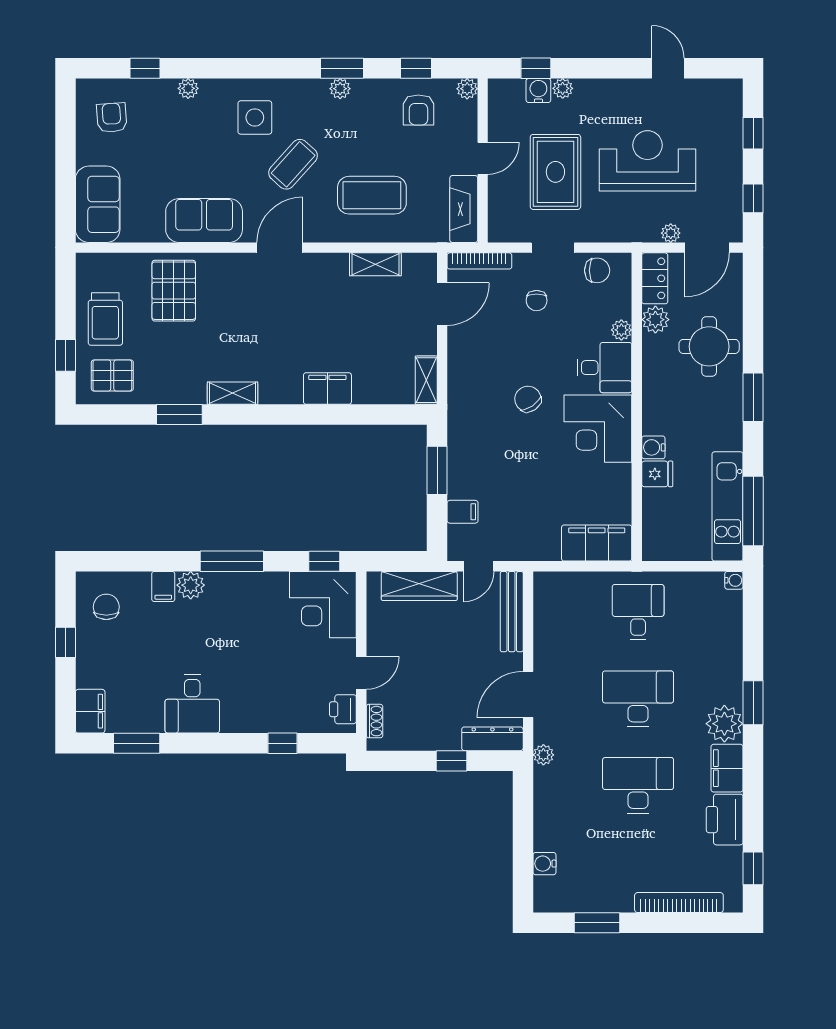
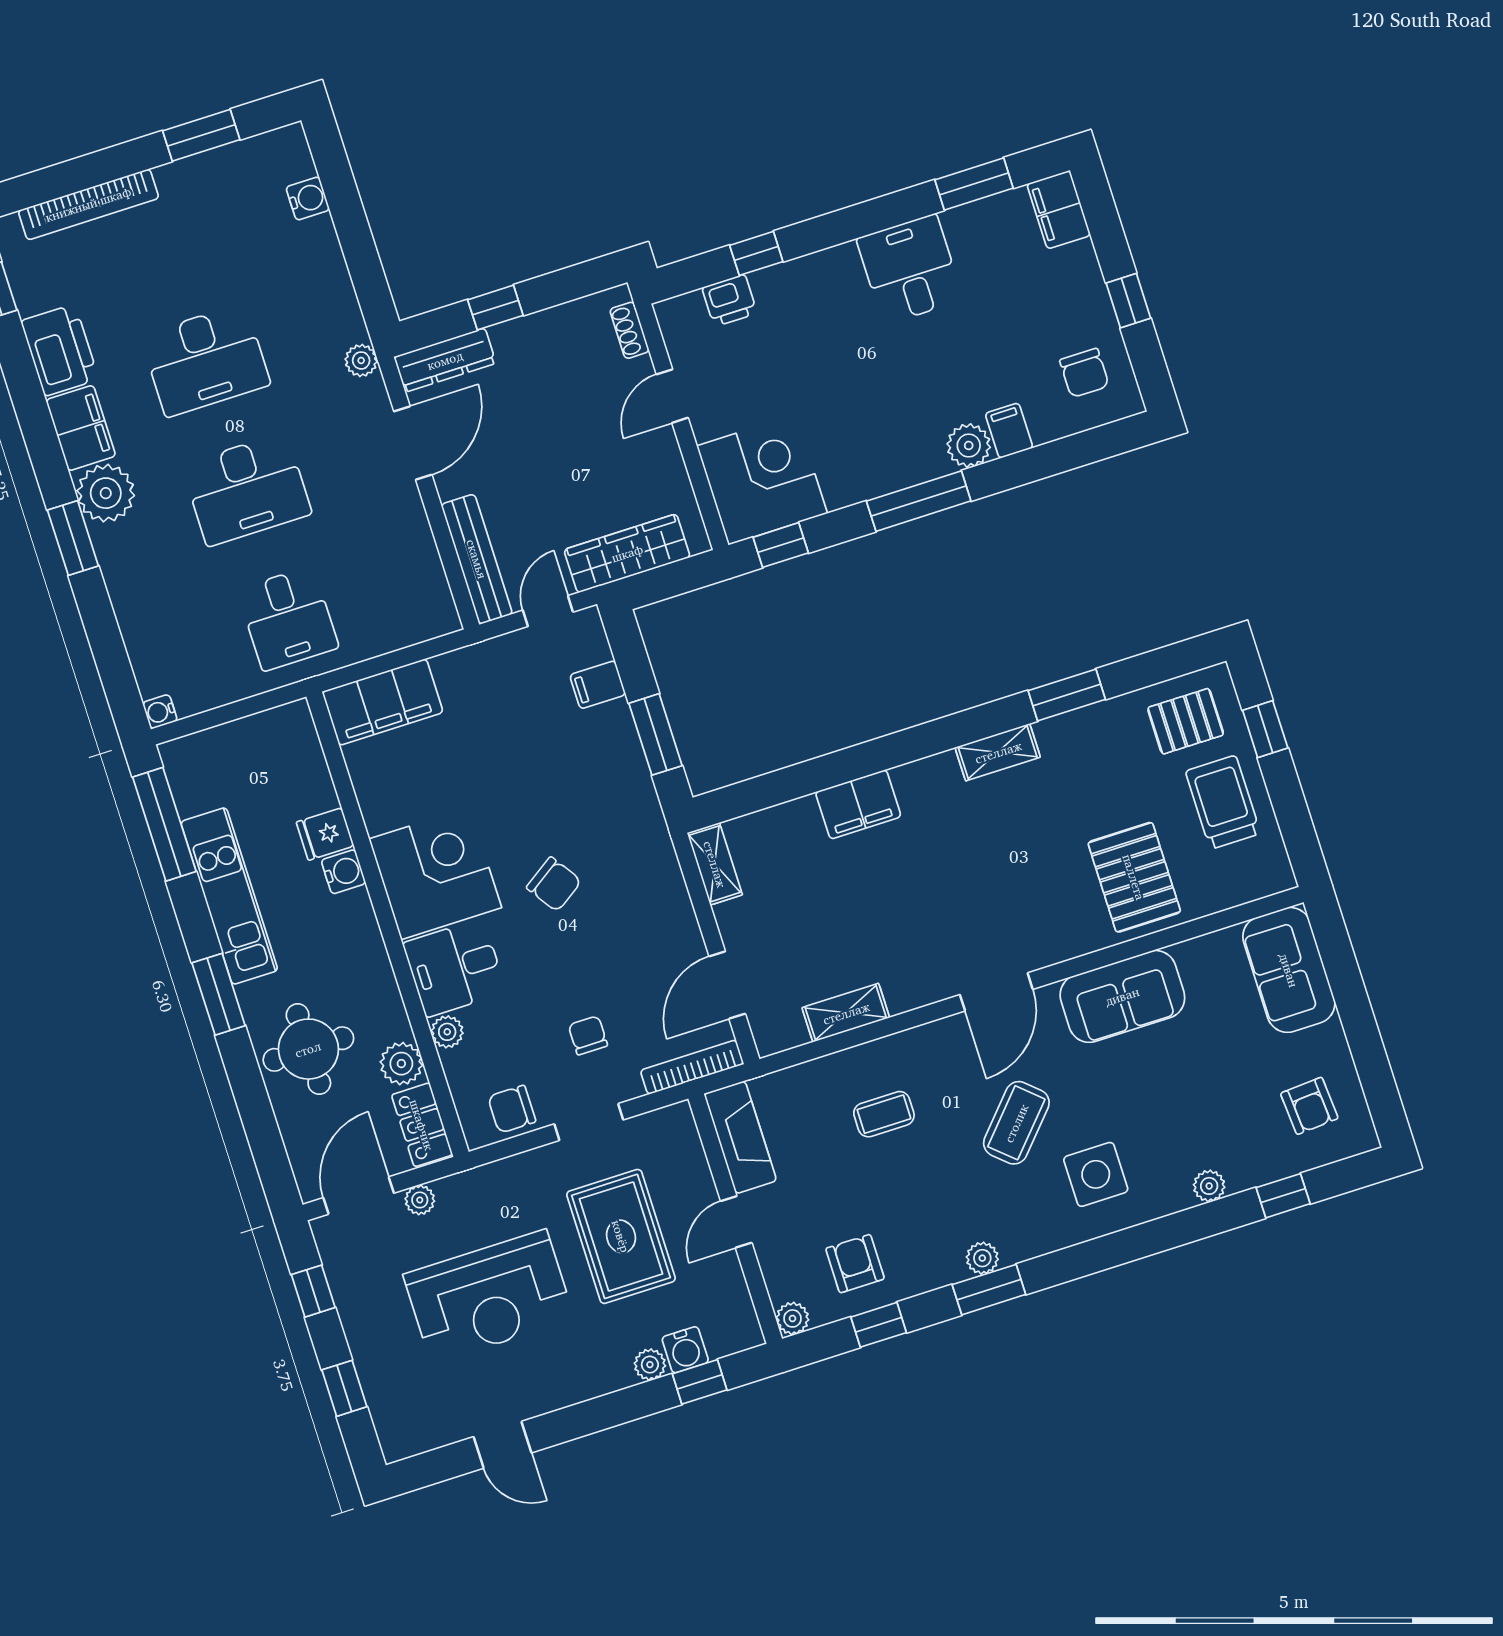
coffee table: (372, 195) -> (884, 1114), width x0.54, depth x0.58
kitchen unit: (728, 506) -> (229, 896), moved
printer: (343, 709) -> (730, 300), moved, turned 90

